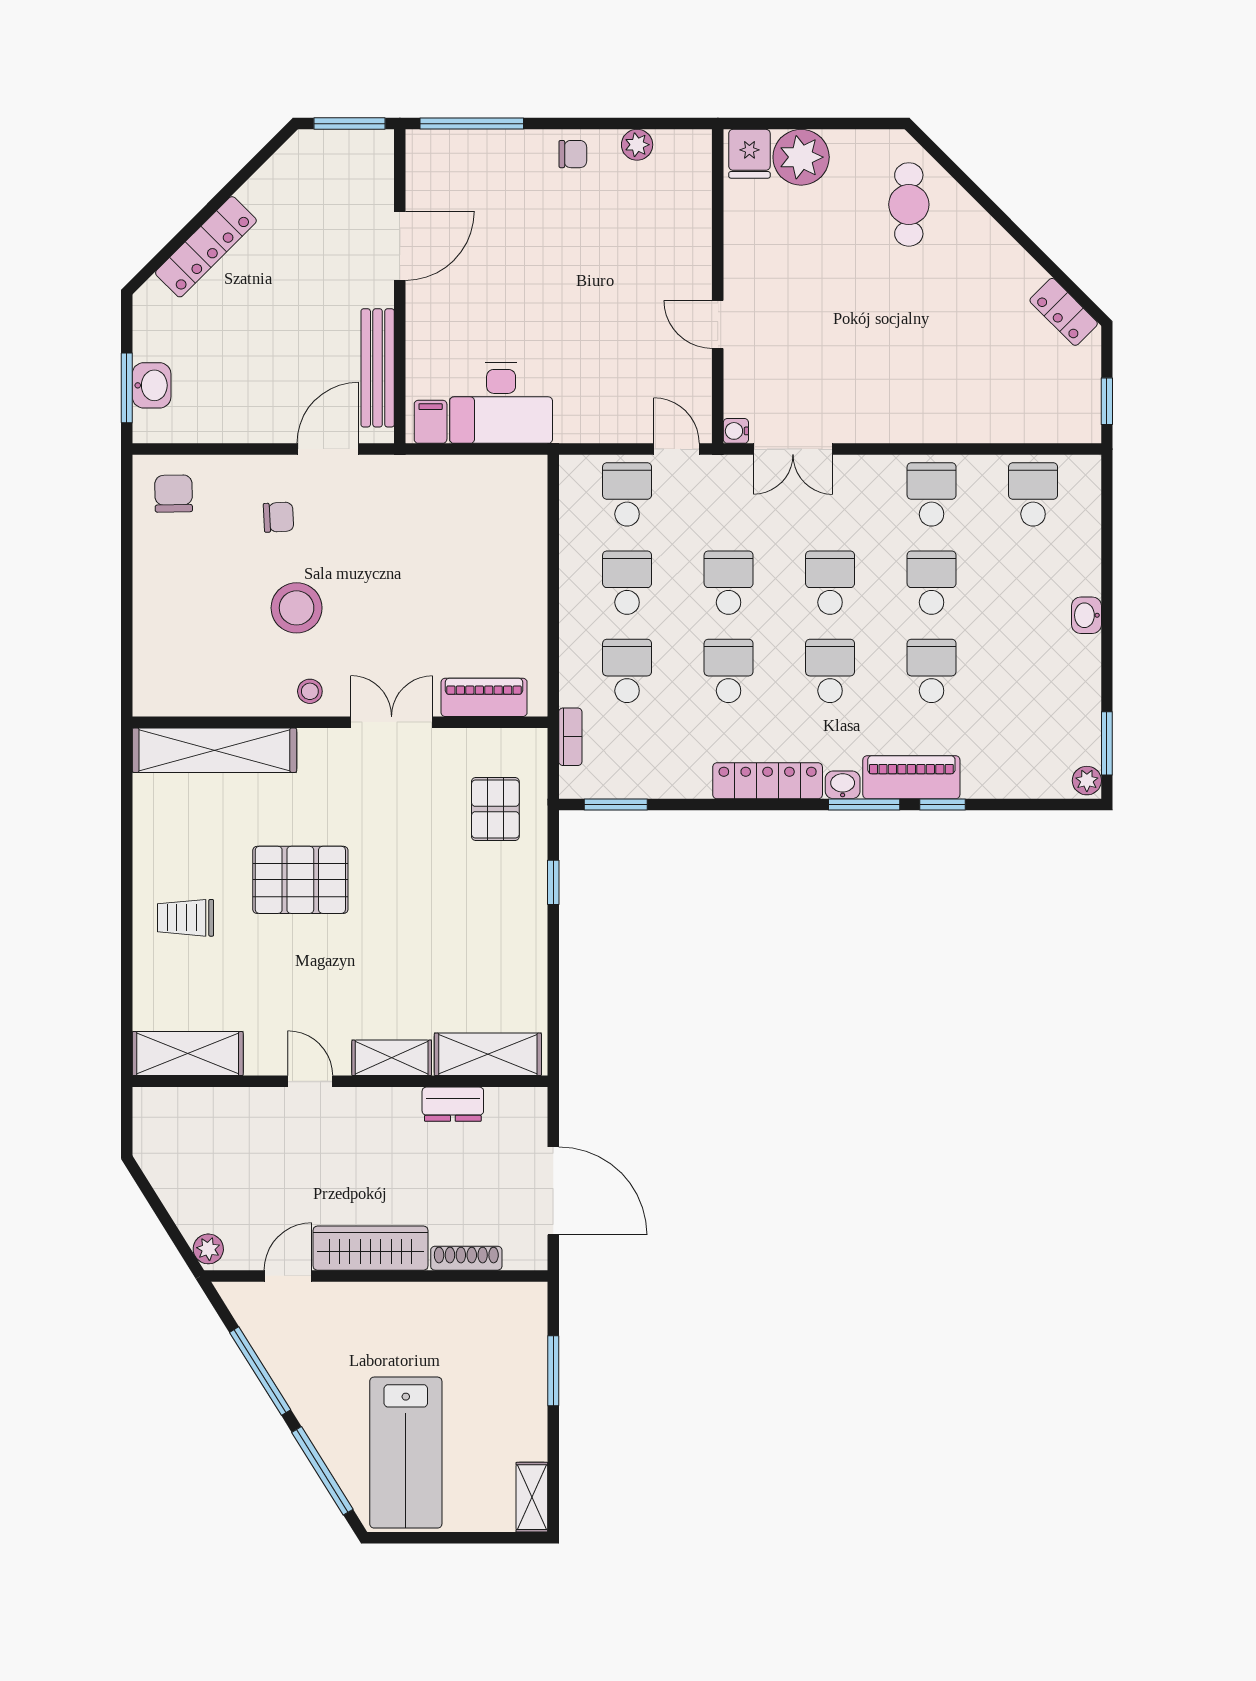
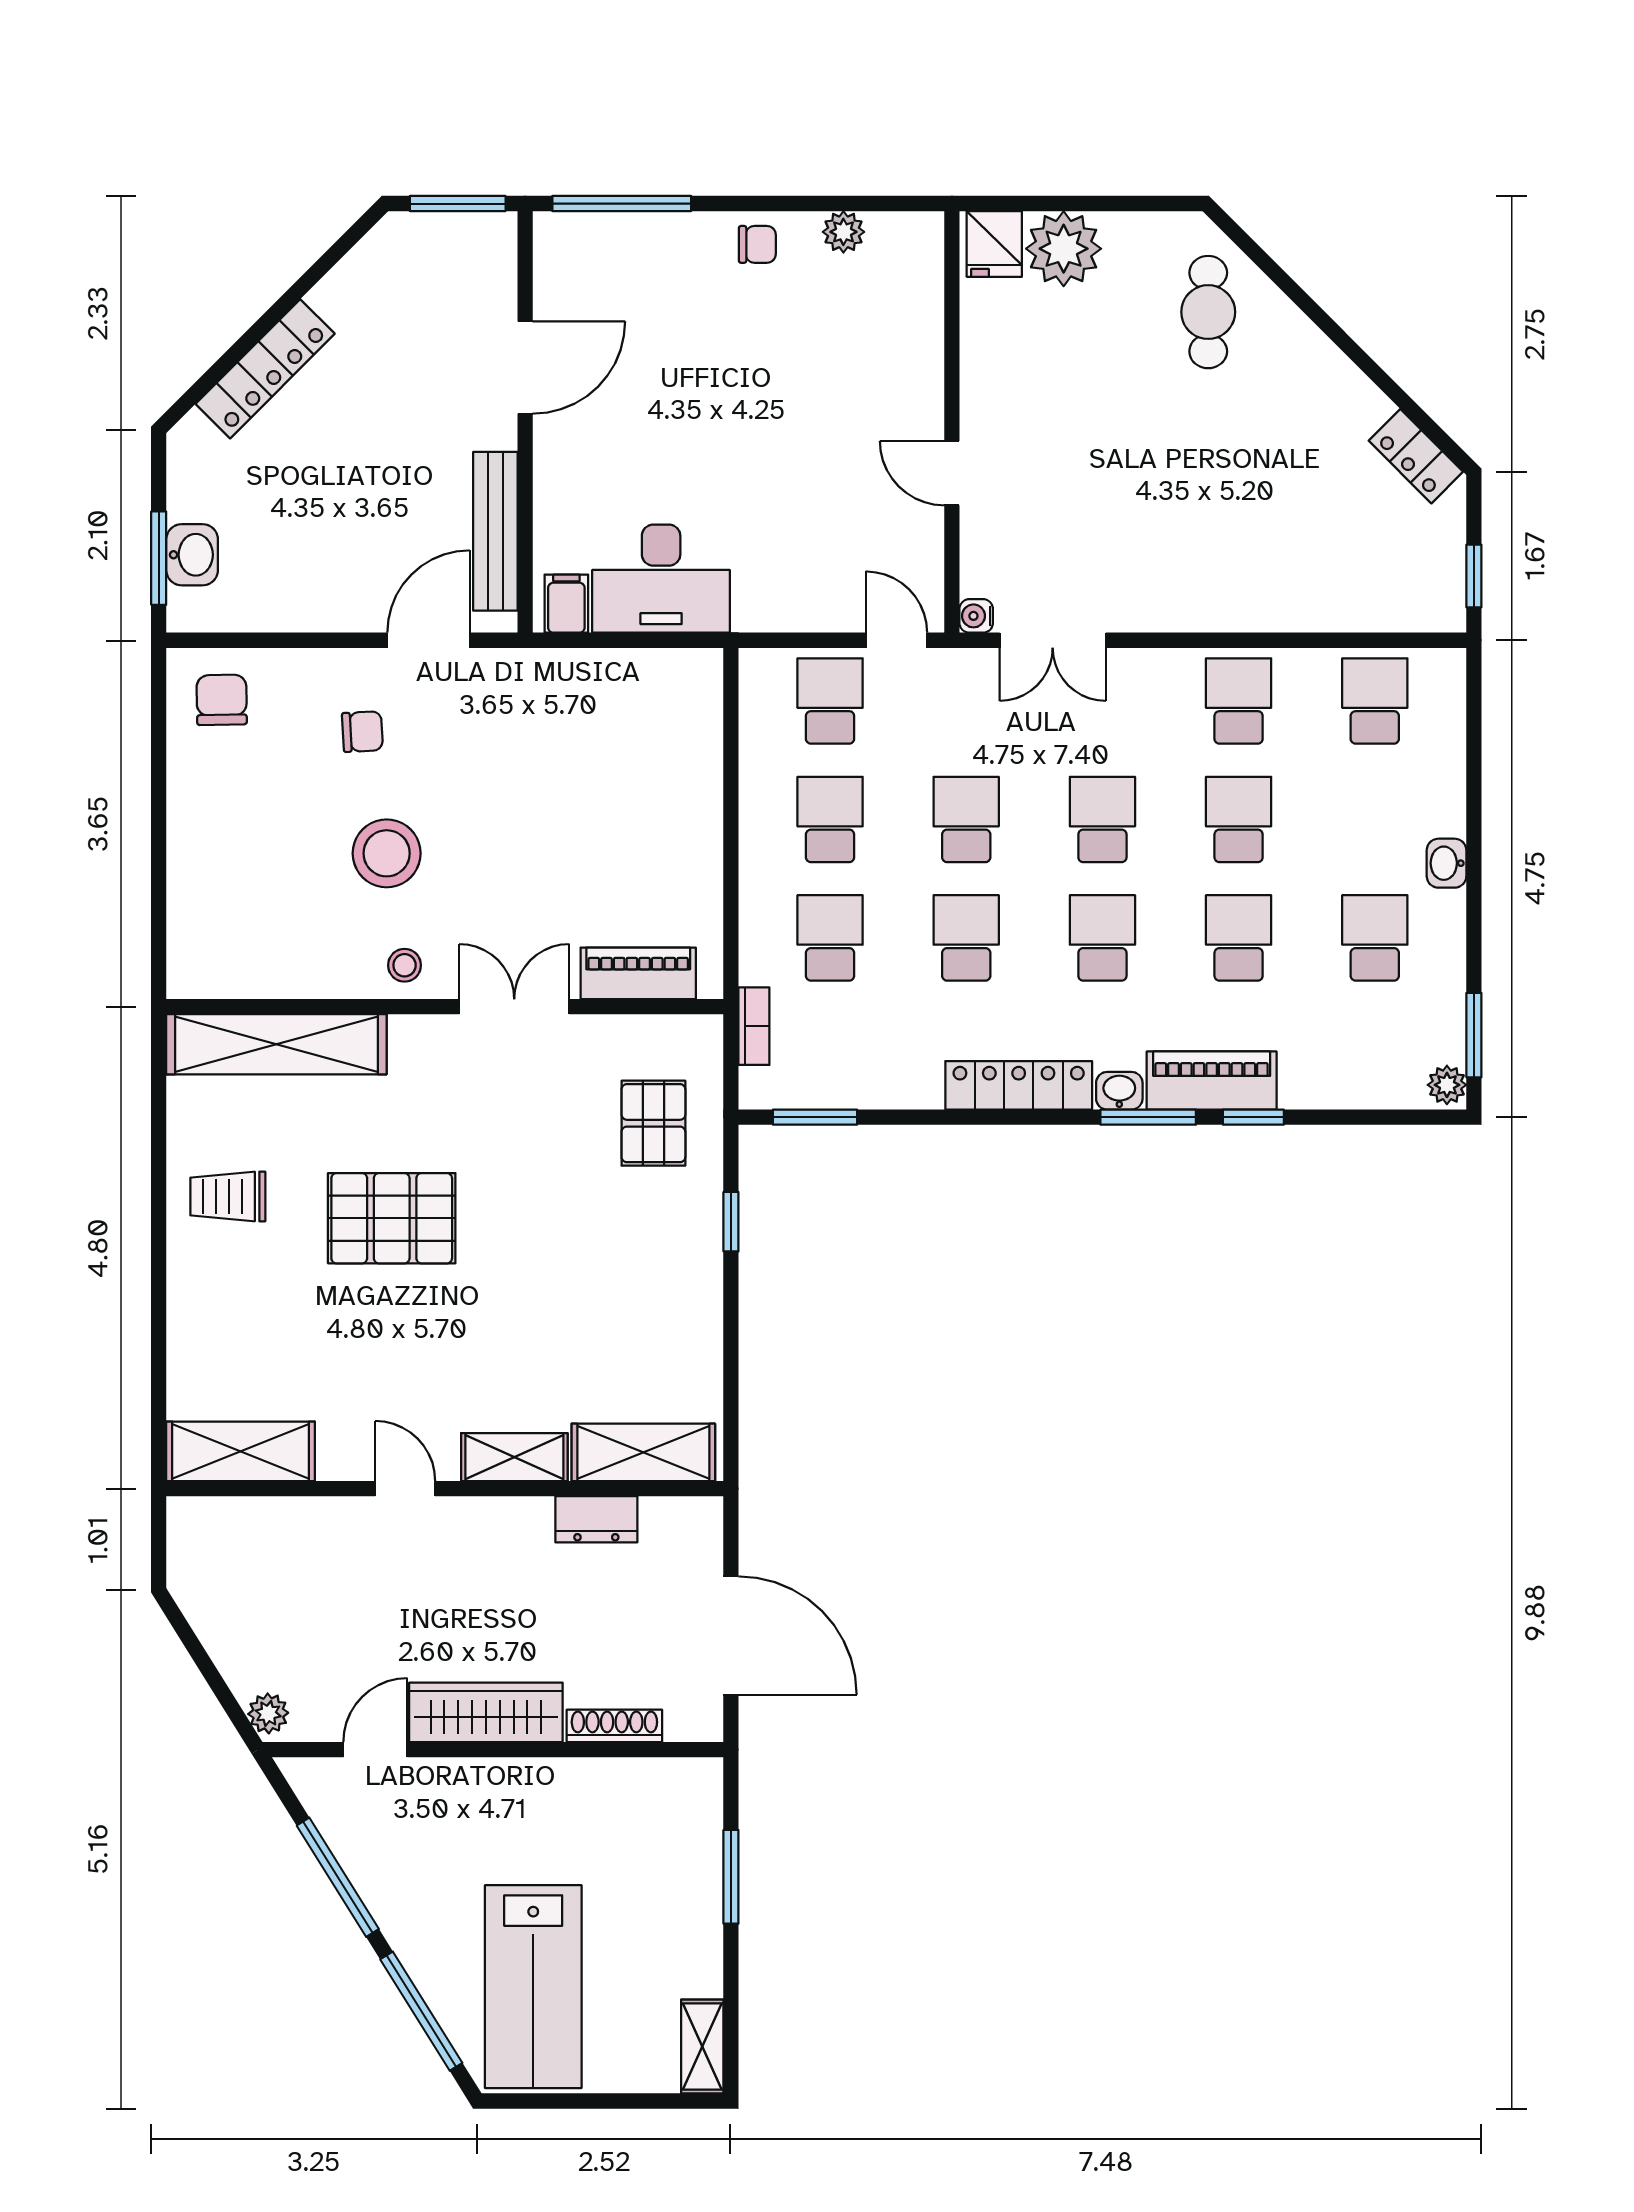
school desk: (1033, 671) -> (1375, 938), added
trolley: (186, 918) -> (228, 1197), moved

